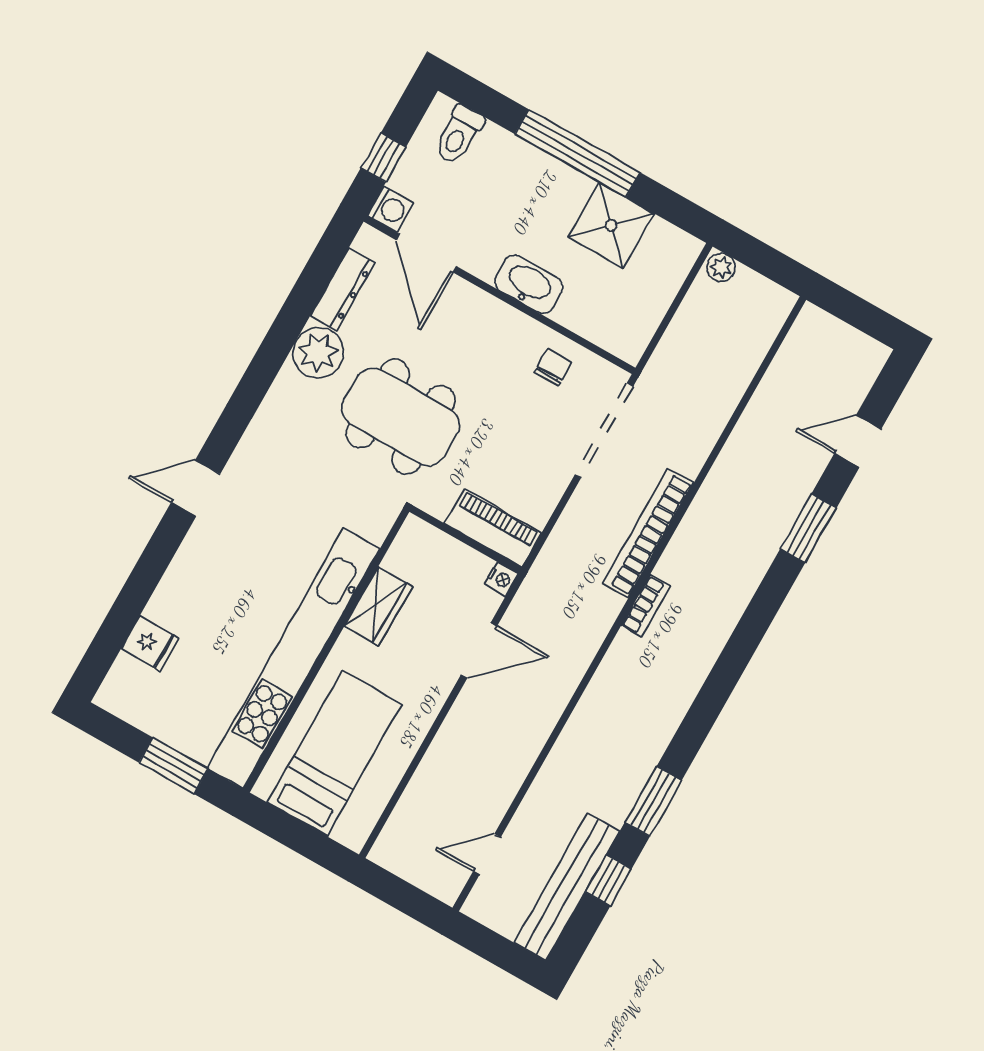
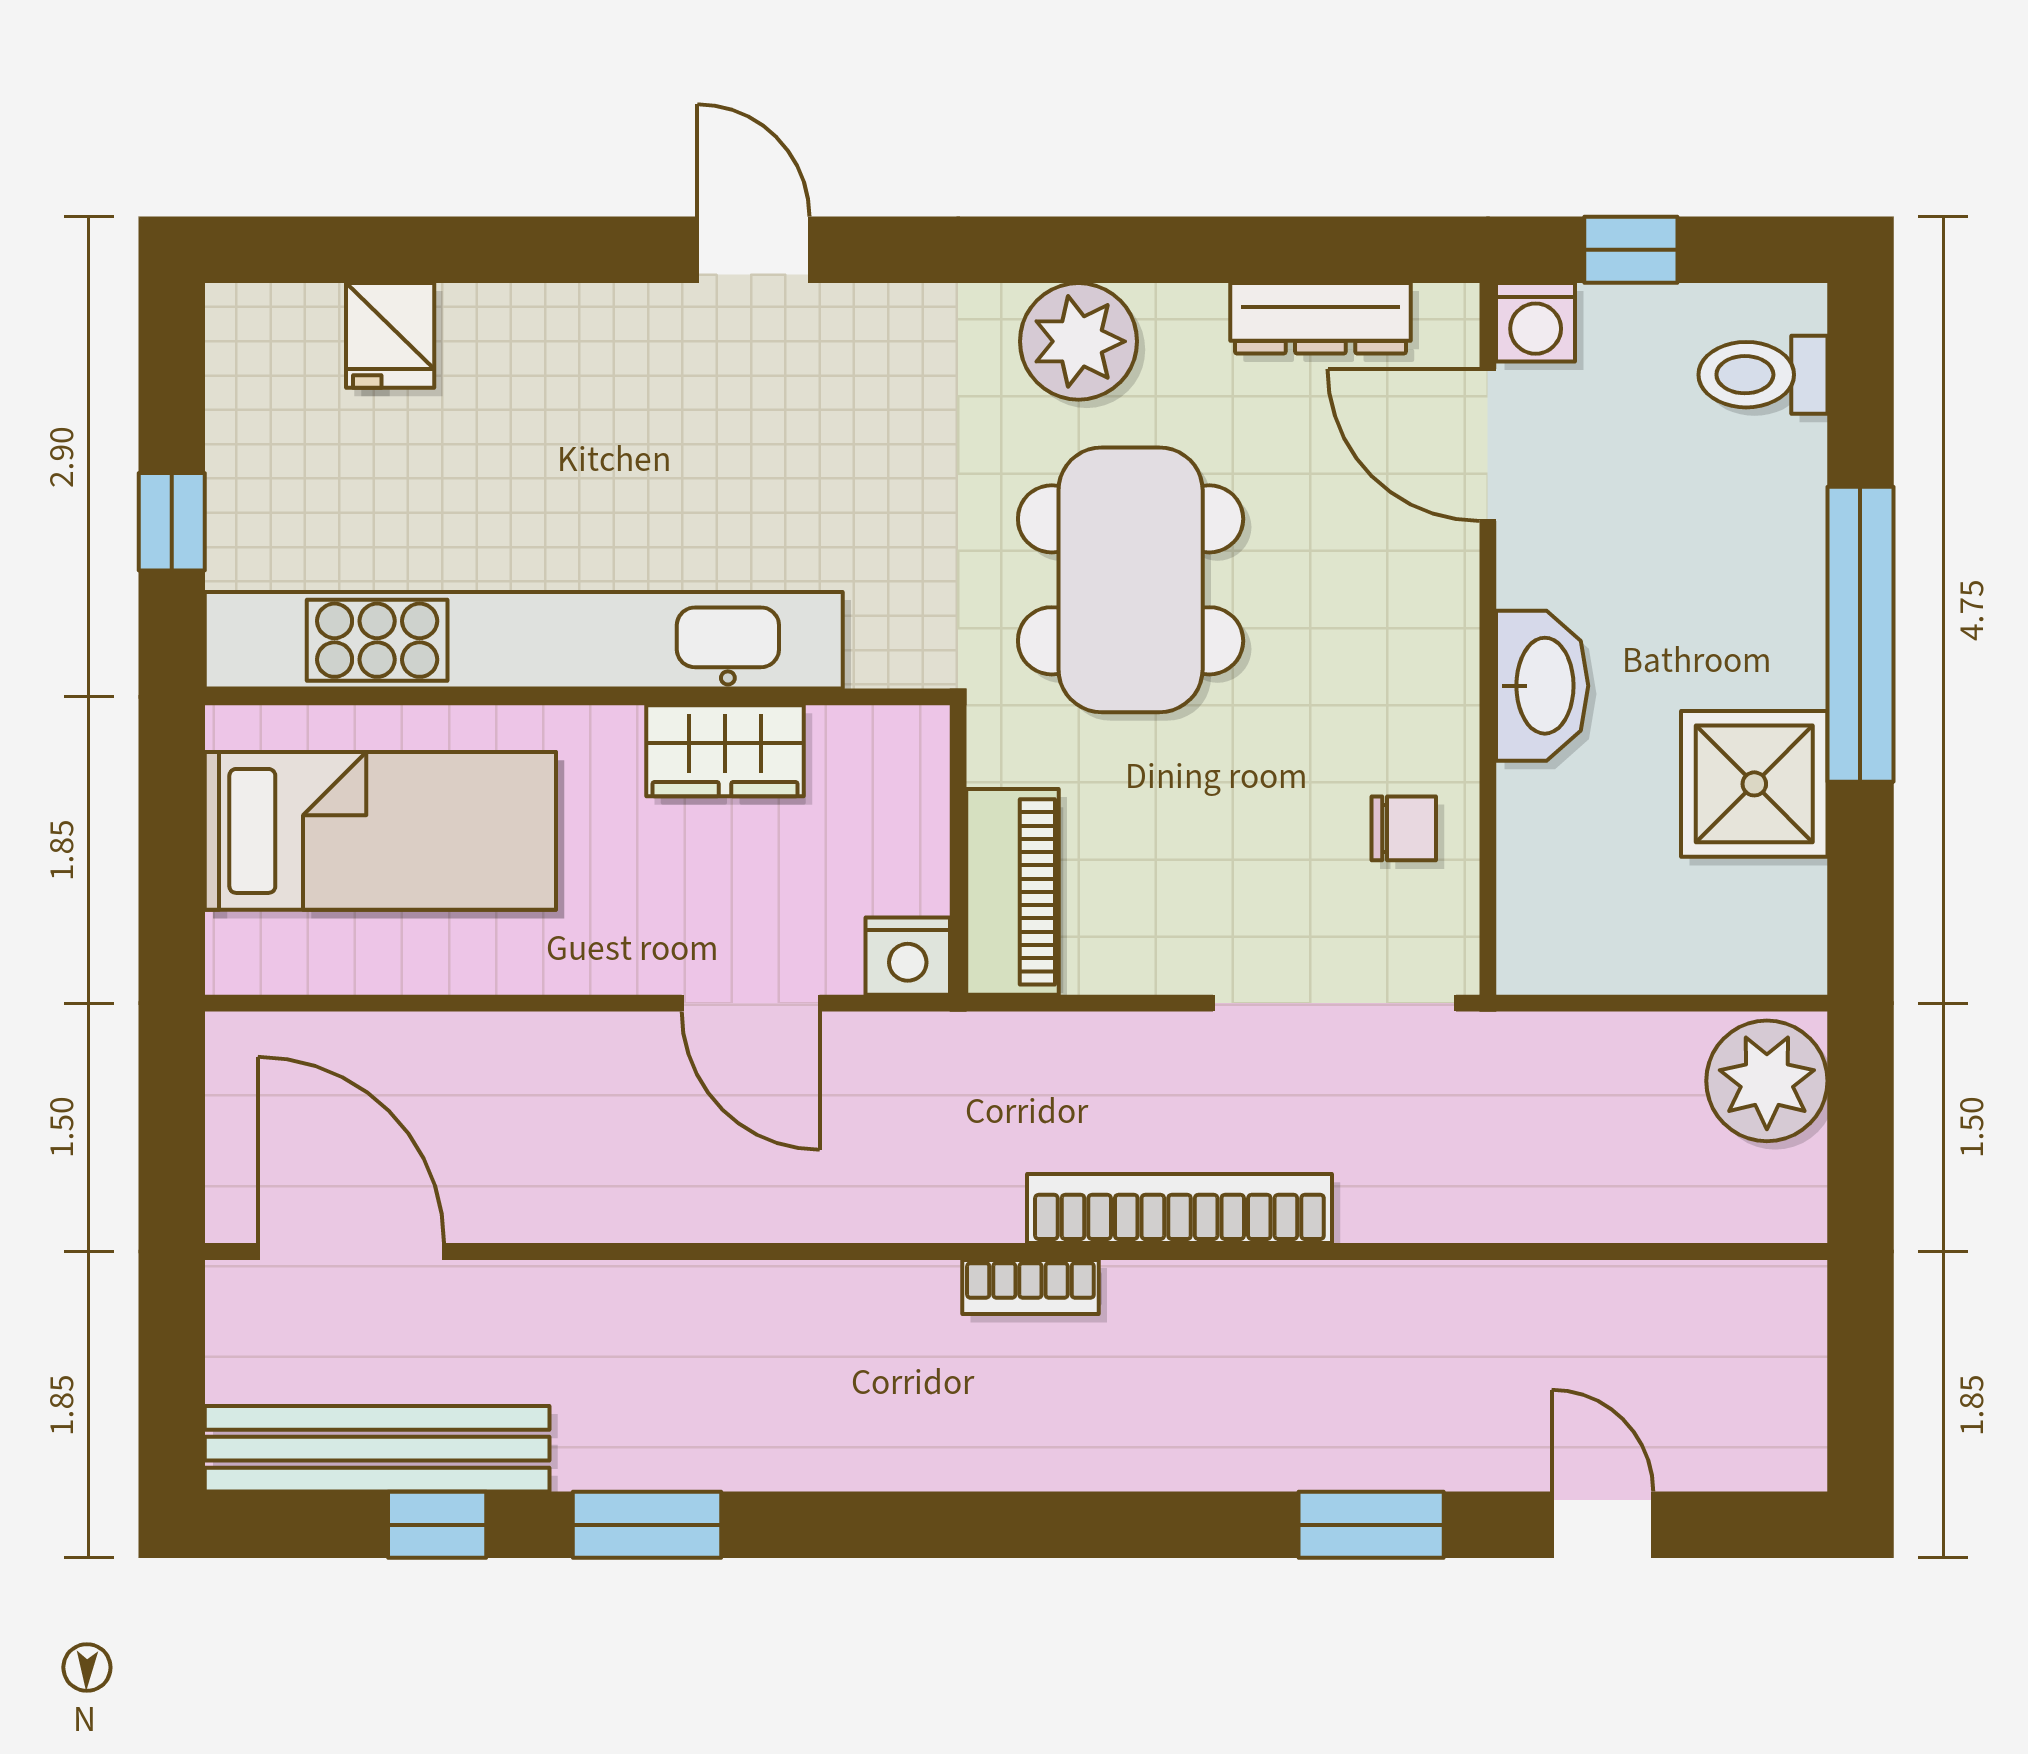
door: (426, 253) -> (1488, 445), hinge flipped
plant: (721, 268) -> (1767, 1081), width x1.87, depth x1.87
plant: (318, 353) -> (1079, 341), moved
nightstand: (501, 579) -> (908, 956), width x1.39, depth x1.35
window: (173, 766) -> (172, 522), width x0.67
door: (487, 854) -> (351, 1251), width x1.88

